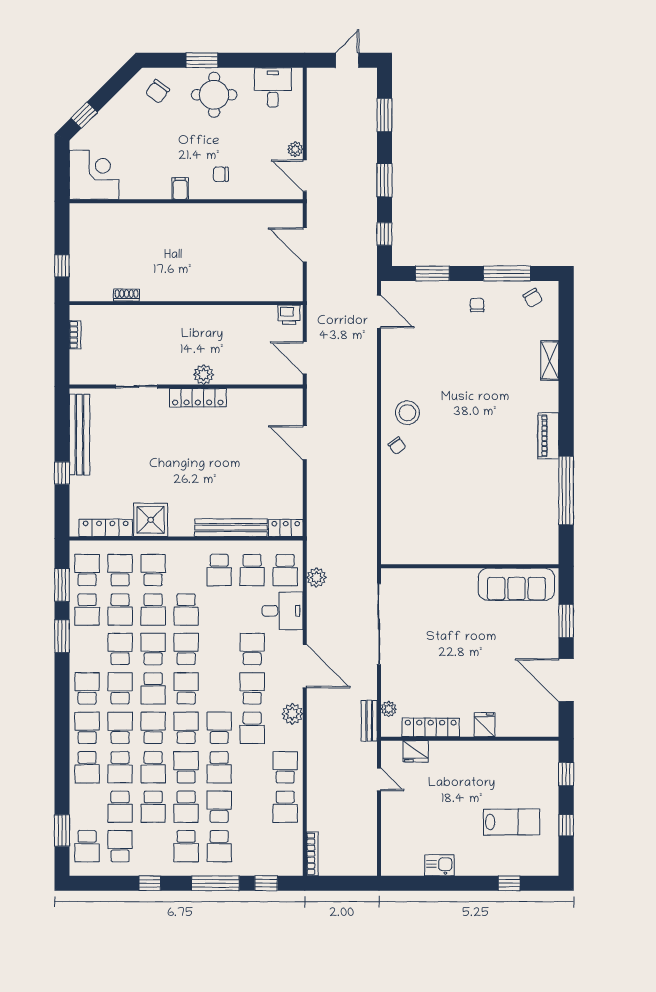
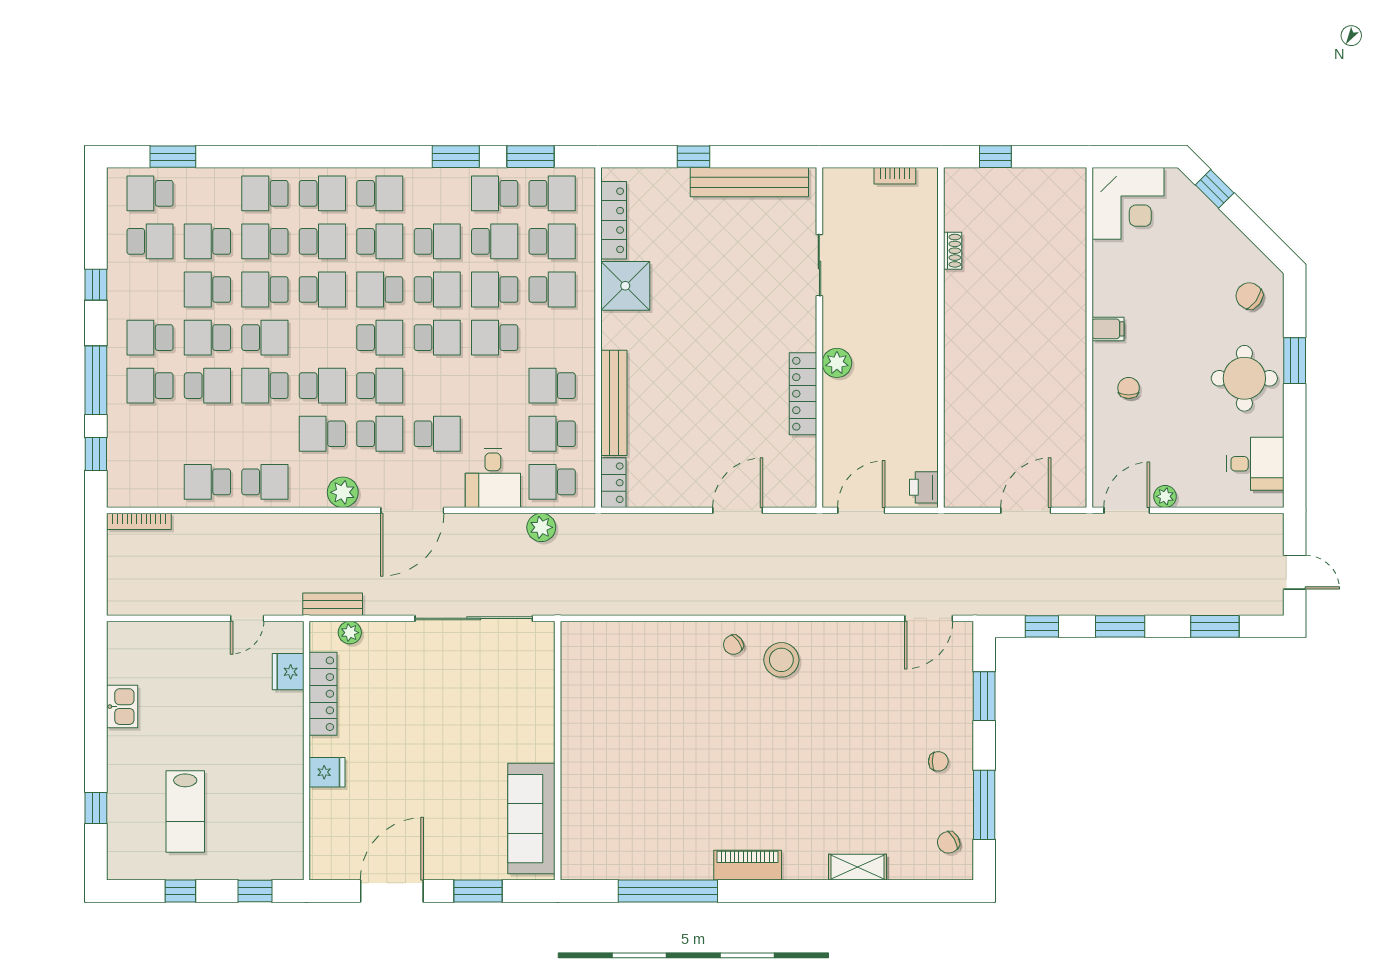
locker: (198, 398) -> (803, 394), moved
school desk: (120, 610) -> (495, 241), turned 180
school desk: (186, 728) -> (380, 386), moved

